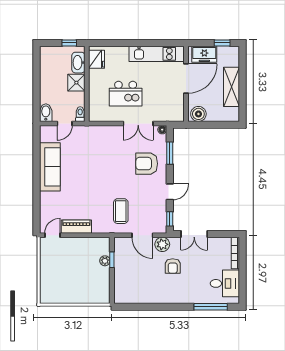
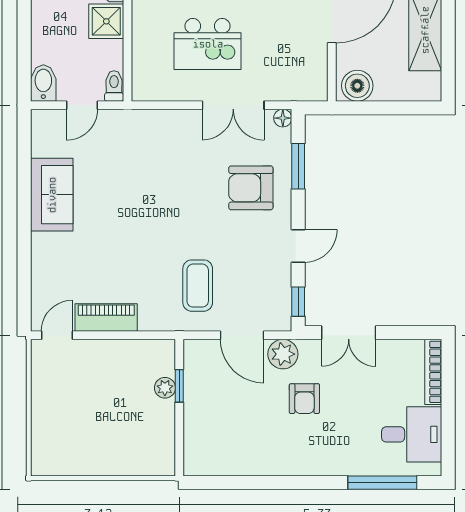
sofa: (50, 167) -> (52, 195), width x0.73

